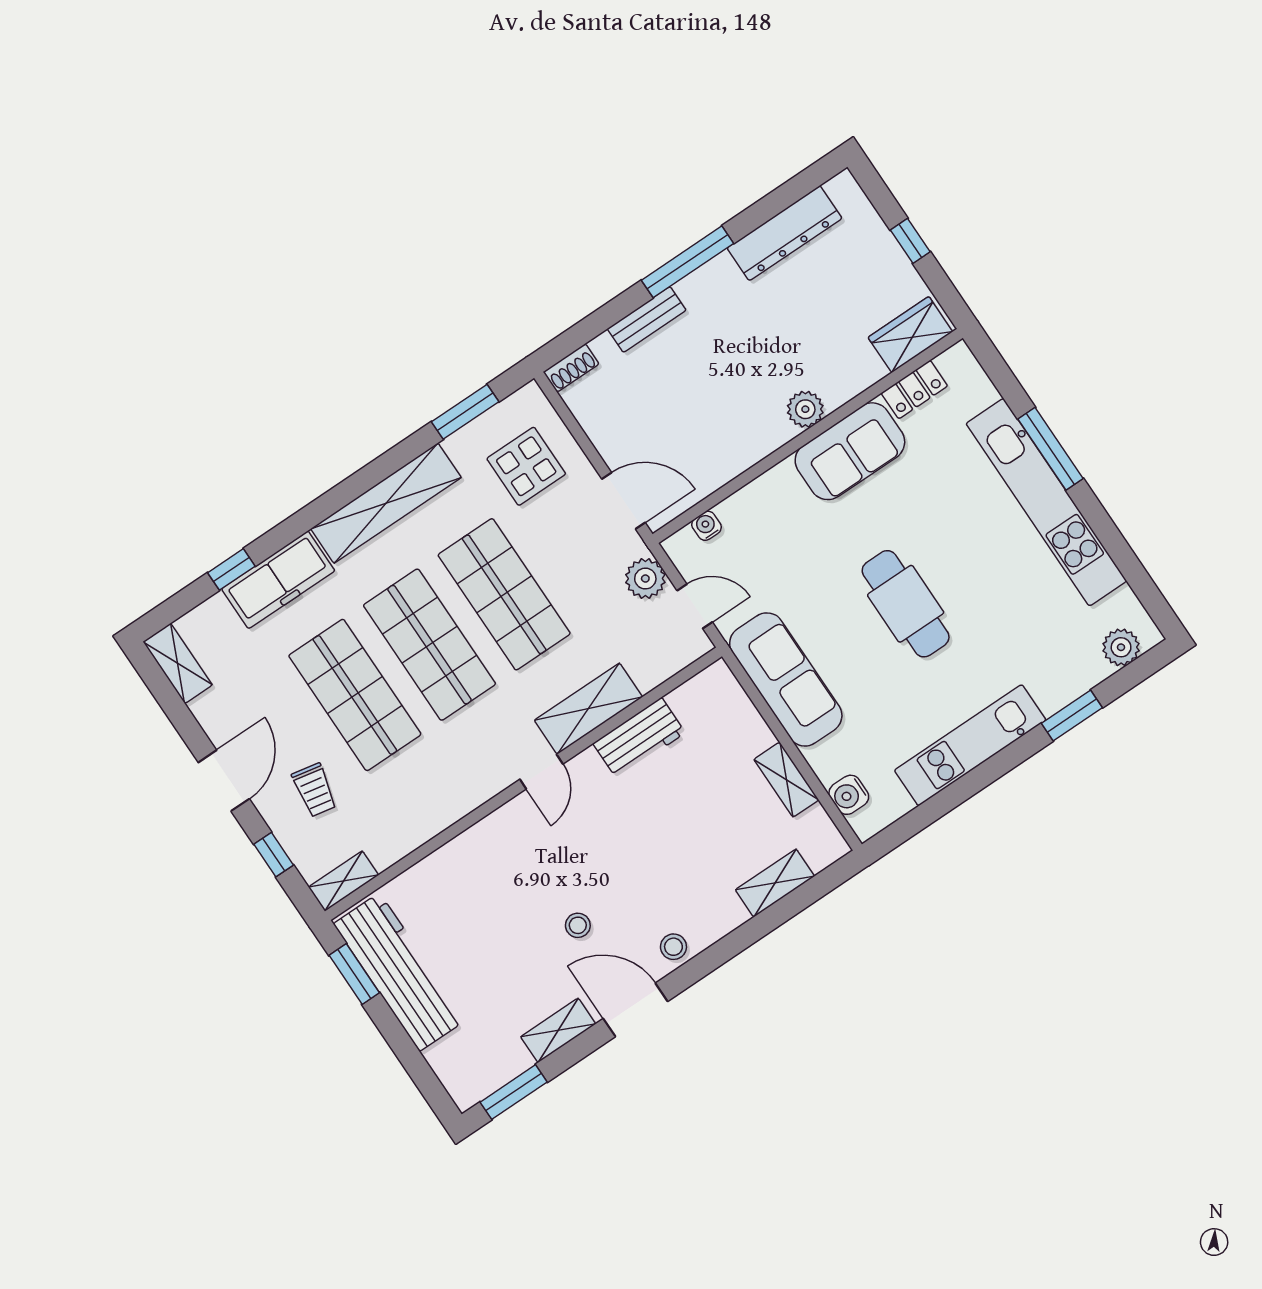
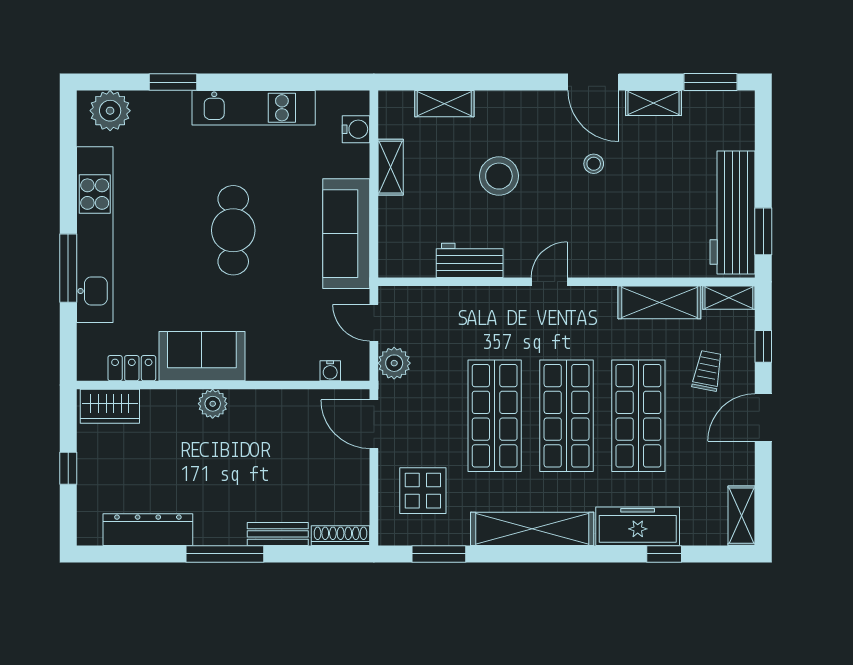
shoe rack: (571, 368) -> (341, 536), width x1.43
plant: (1121, 647) -> (110, 111), width x1.36, depth x1.36
shelving: (588, 709) -> (659, 302), moved
stool: (673, 947) -> (499, 176), moved, width x1.89, depth x1.89

